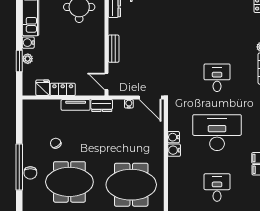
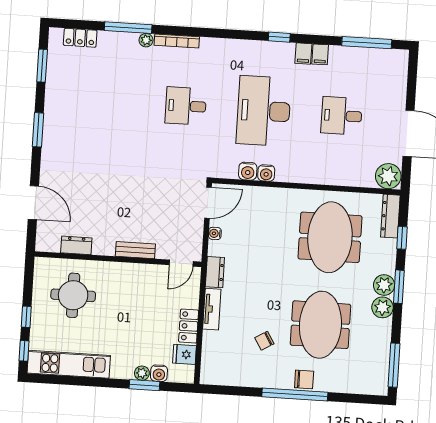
water cooler: (28, 43) -> (159, 373), moved
water cooler: (174, 150) -> (248, 171), moved

